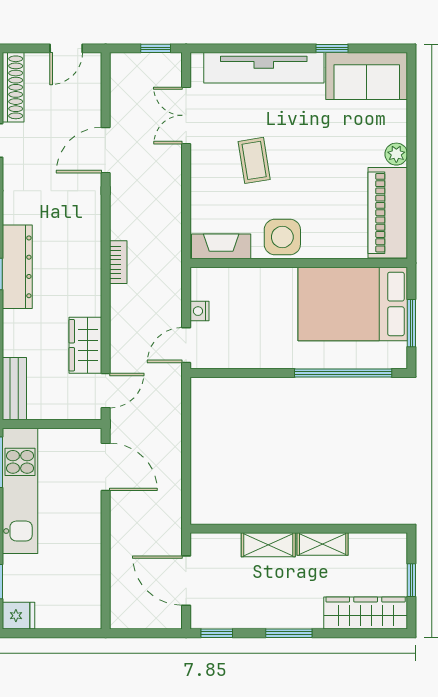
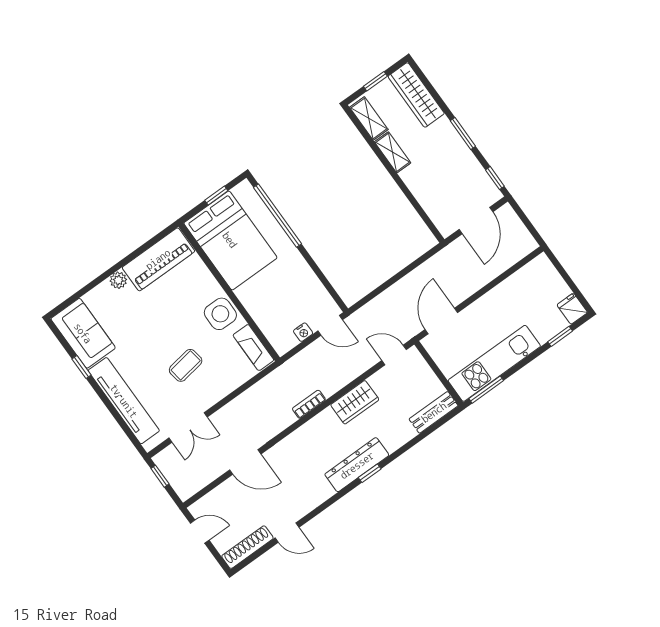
window: (411, 323) -> (216, 196), width x0.67
wardrobe: (85, 345) -> (355, 402), moved
shelving: (268, 545) -> (369, 118), moved

